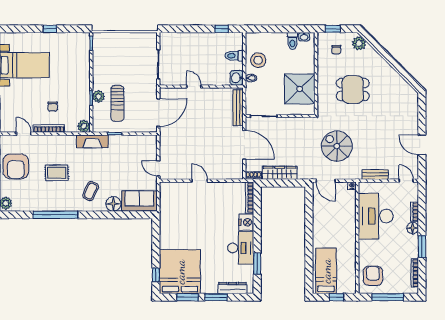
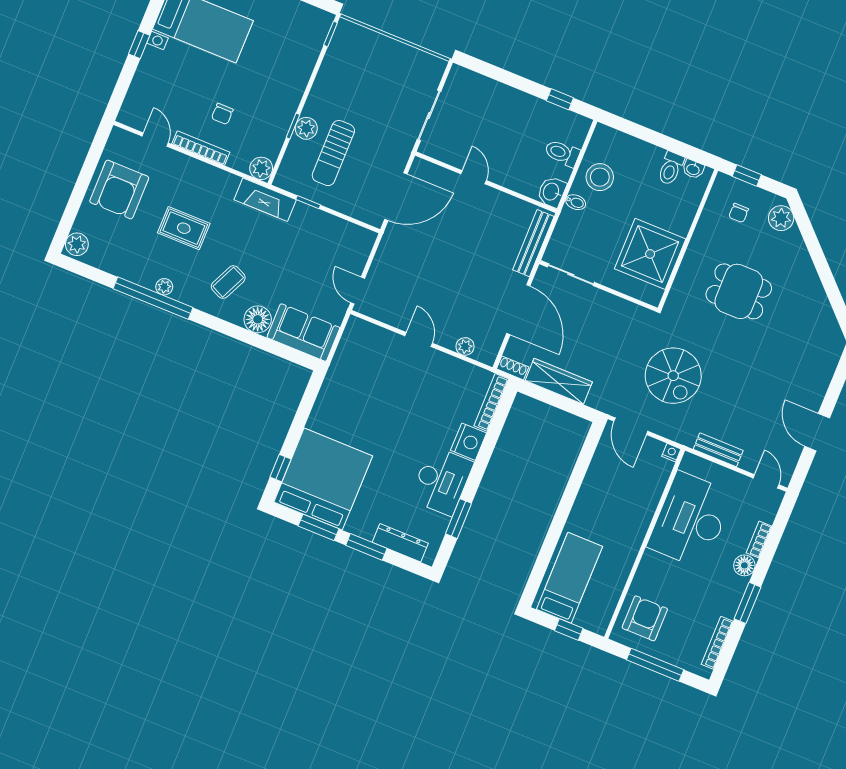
spiral stairs: (337, 146) -> (673, 376), turned 180
plant: (225, 175) -> (465, 346), added
plant: (59, 207) -> (164, 287), added

